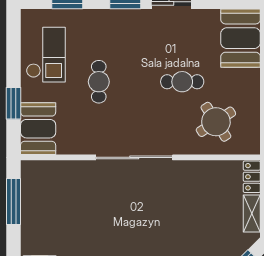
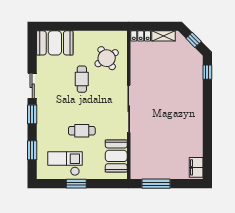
window: (13, 103) -> (76, 184), moved
booth: (38, 129) -> (116, 156), moved, turned 90

